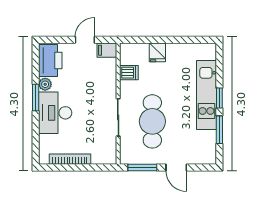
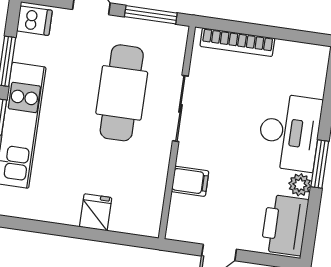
filing cabinet: (107, 50) -> (190, 181), moved
dishwasher: (129, 73) -> (34, 21), moved, turned 180
bookcase: (70, 159) -> (237, 42), moved

